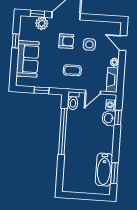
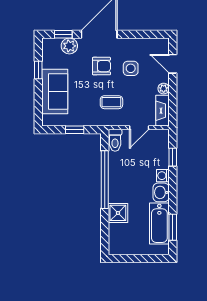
washing machine: (111, 105) -> (163, 176), moved
washbasin: (109, 118) -> (161, 192), moved
shower: (72, 159) -> (118, 213), added

